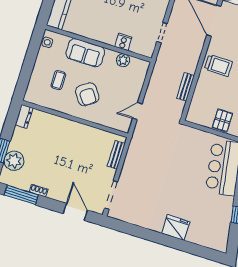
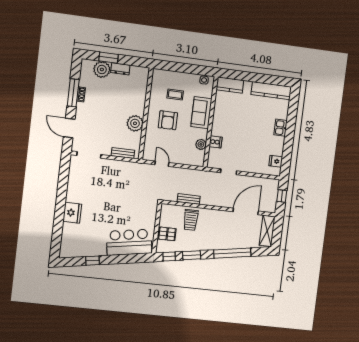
trolley: (218, 65) -> (191, 220), moved
armchair: (87, 94) -> (168, 120), turned -55
dresser: (24, 116) -> (120, 69), moved
plant: (84, 134) -> (135, 123), added
window: (21, 195) -> (73, 93), moved
door: (75, 212) -> (69, 128), swing flipped

